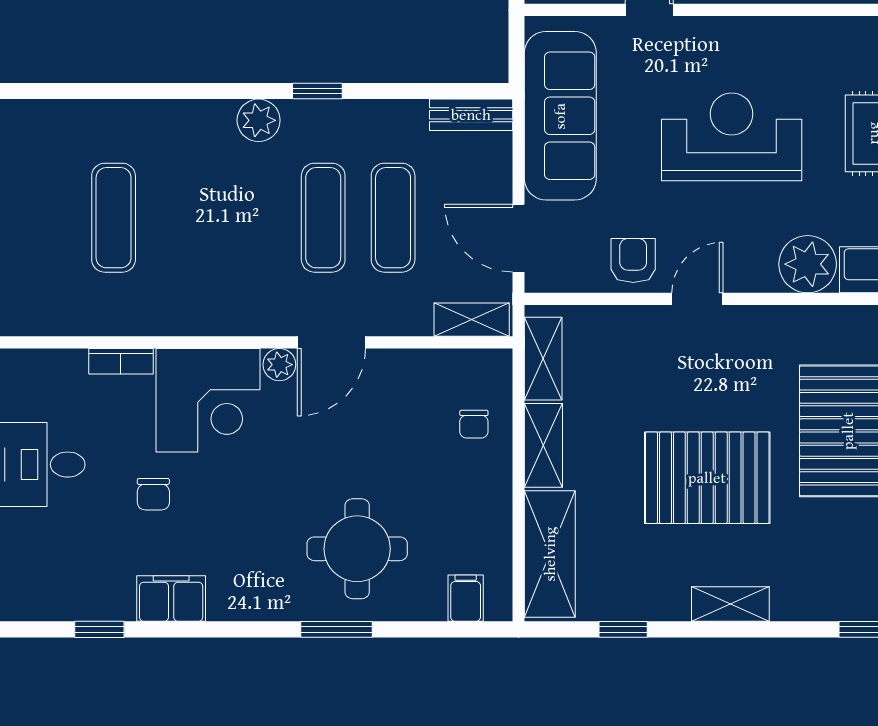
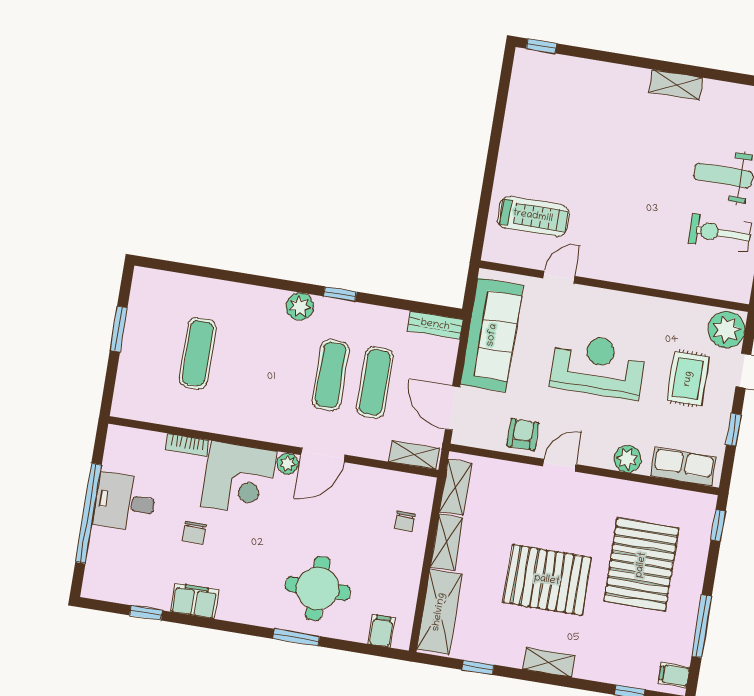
plant: (808, 264) -> (627, 459), width x0.73, depth x0.73

